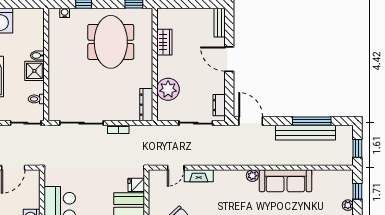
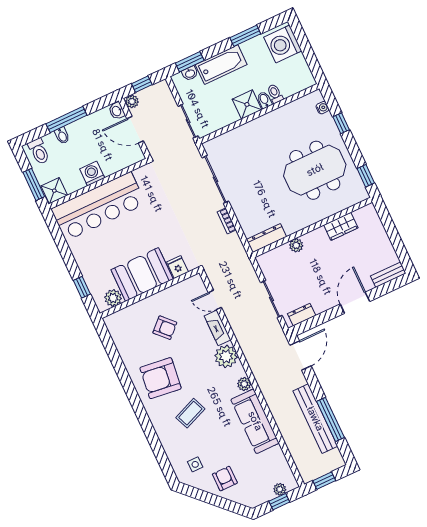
plant: (168, 89) -> (296, 245), width x0.53, depth x0.53
toilet: (36, 99) -> (275, 94), moved
plant: (224, 180) -> (226, 356), added
plant: (348, 205) -> (280, 489), moved

